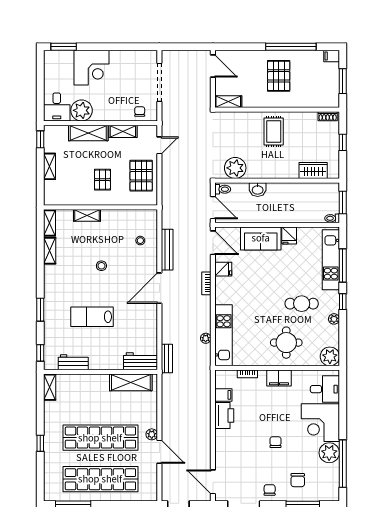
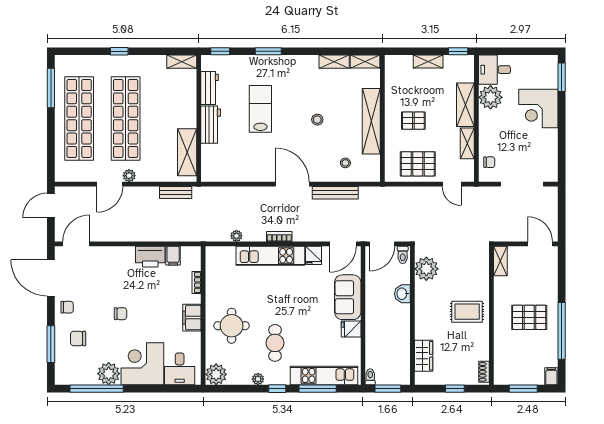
door: (213, 66) -> (540, 244), swing flipped
shelving: (87, 215) -> (371, 121), width x2.20, depth x1.33
bookcase: (206, 283) -> (279, 237), moved
kitchen unit: (224, 335) -> (270, 256), moved
bench: (167, 359) -> (176, 193), moved
workbench: (141, 361) -> (211, 125), moved

